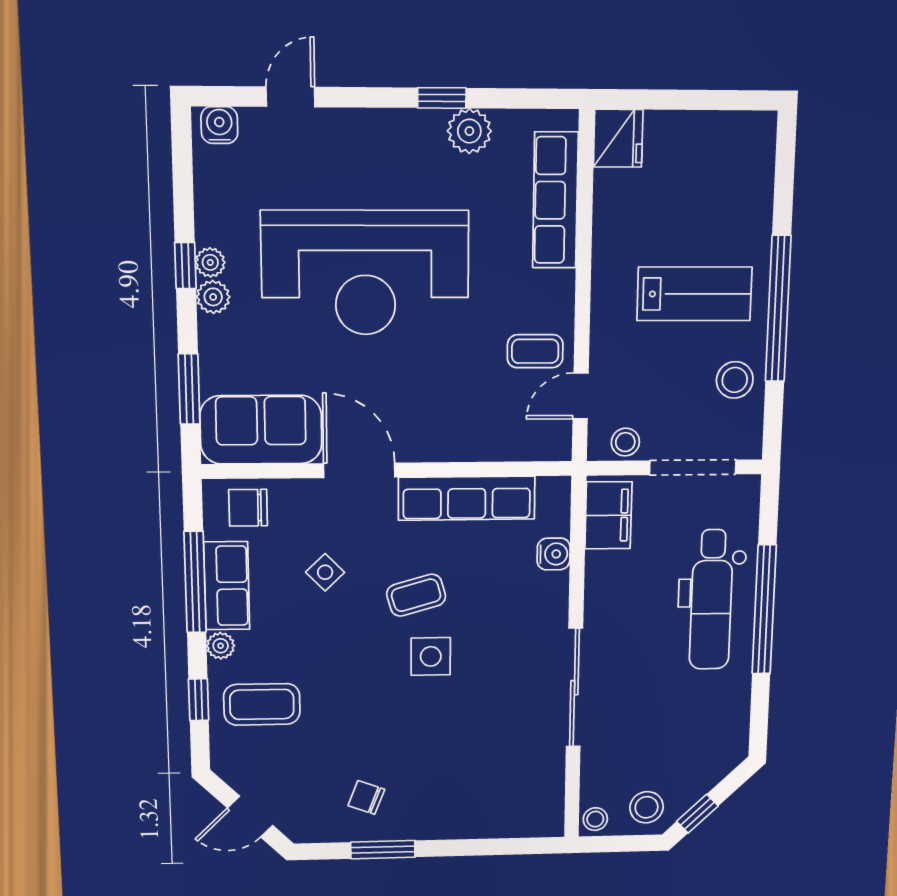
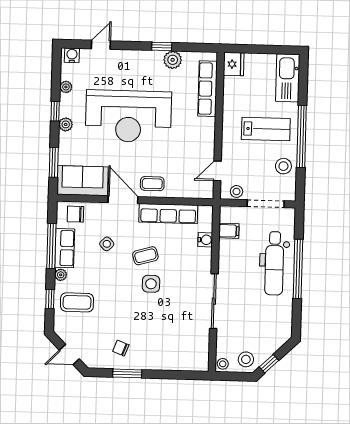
kitchen sink: (748, 169) -> (288, 78), added
plant: (210, 262) -> (66, 87), moved
coffee table: (535, 351) -> (152, 184), moved
filing cabinet: (608, 515) -> (229, 231), width x0.50

